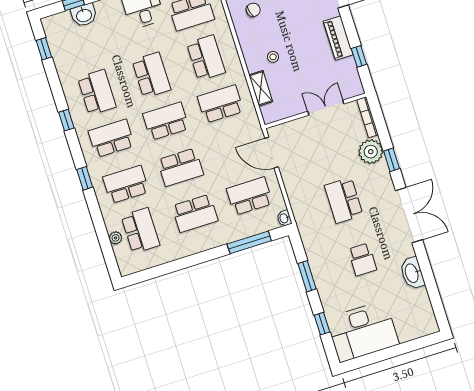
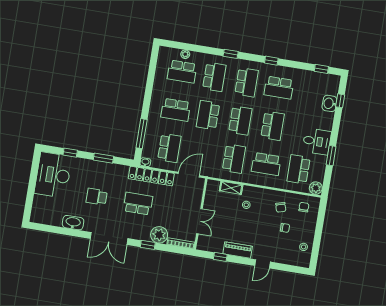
school desk: (151, 75) -> (273, 126), turned -90
locker: (299, 201) -> (151, 176), added
school desk: (195, 213) -> (176, 110), turned -90

